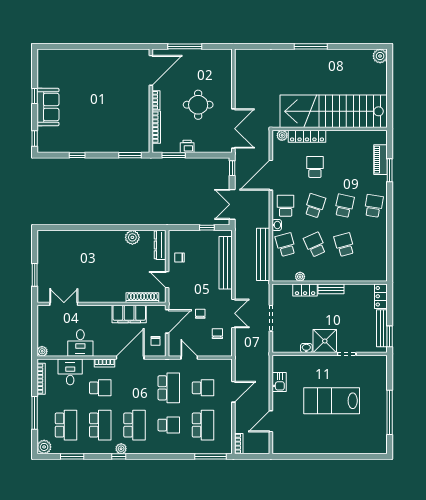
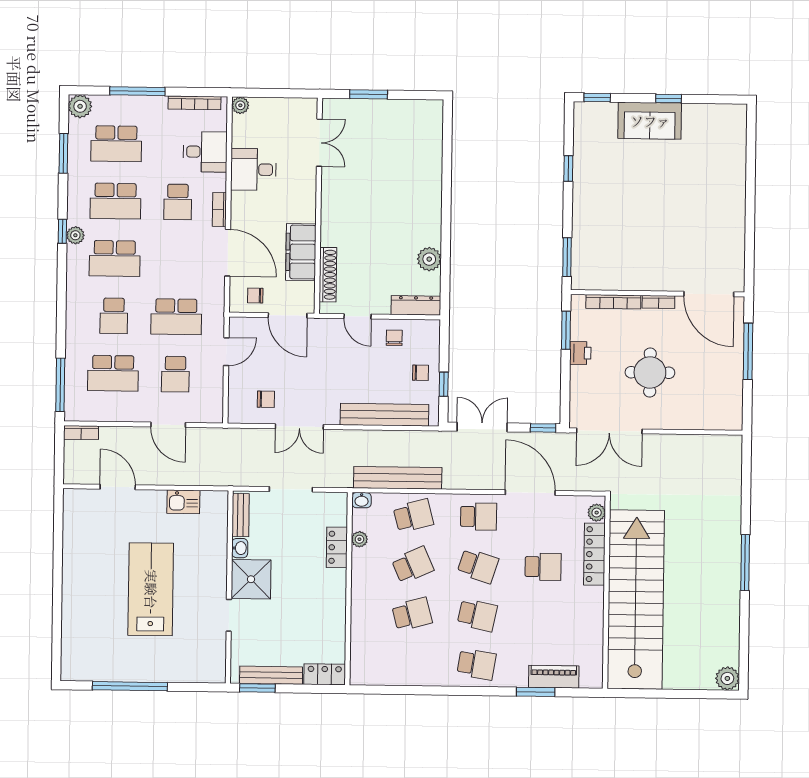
washbasin: (277, 225) -> (362, 500), moved
door: (167, 280) -> (358, 316), swing flipped
bench: (331, 289) -> (241, 515), moved
chair: (200, 314) -> (420, 373), moved

